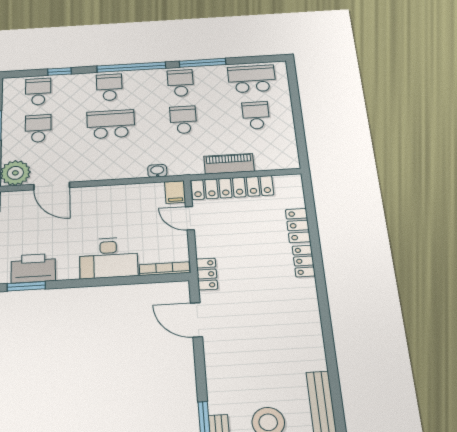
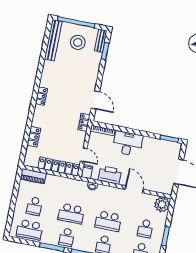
school desk: (183, 120) -> (71, 214), width x1.85
piano: (229, 164) -> (33, 176), moved
door: (52, 186) -> (134, 189), moved
locker: (304, 261) -> (41, 96), moved
printer: (33, 268) -> (110, 175), moved, turned 180

